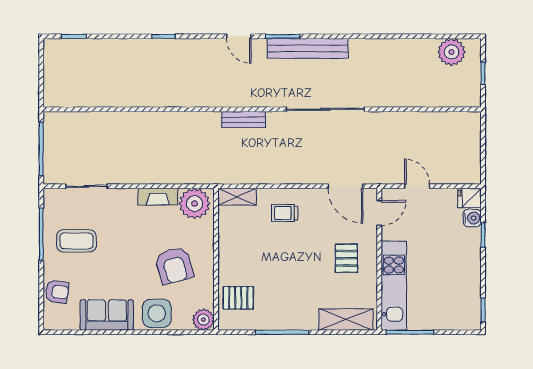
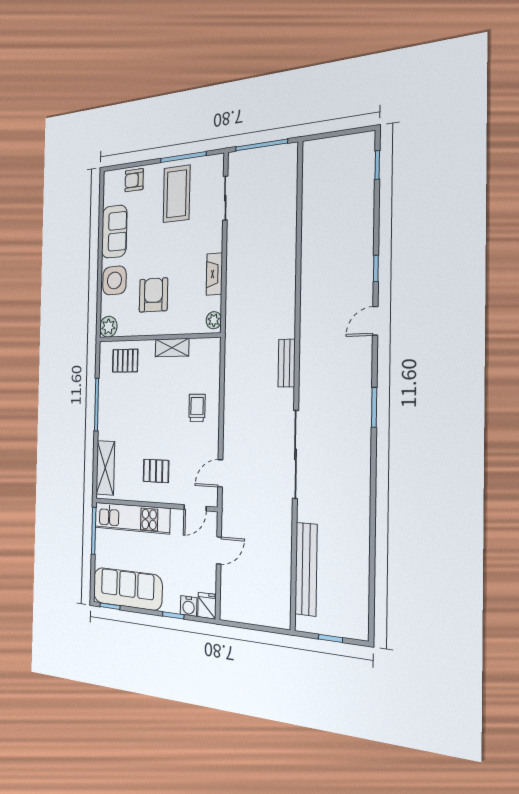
door: (239, 36) -> (375, 321), moved
bench: (308, 48) -> (306, 569), moved
plant: (451, 52) -> (354, 604), removed
door: (345, 186) -> (220, 473), width x0.73
shelving: (237, 197) -> (172, 348), moved, turned 90
plant: (195, 203) -> (214, 320), width x0.53, depth x0.53
door: (379, 213) -> (195, 508), hinge flipped
coffee table: (76, 241) -> (177, 194), width x1.36, depth x1.32
armchair: (174, 266) -> (153, 295), turned 106
sofa: (464, 289) -> (127, 589), added
armchair: (57, 292) -> (134, 180), turned 82
pallet: (238, 298) -> (125, 361), turned 90

